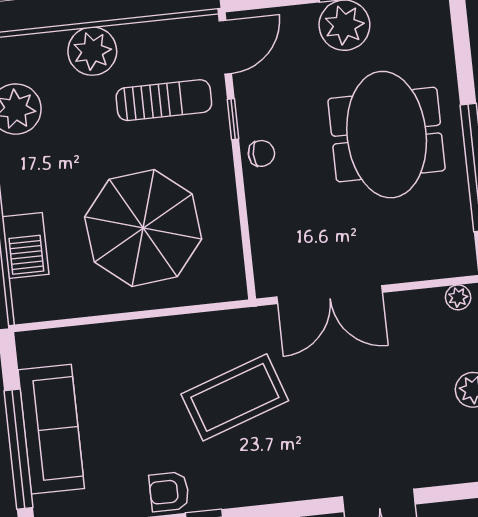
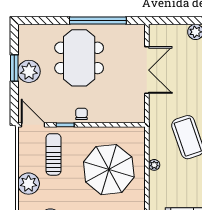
meeting table: (387, 135) -> (79, 58), turned 90
double door: (330, 295) -> (147, 70), moved
plant: (458, 297) -> (154, 165), moved

